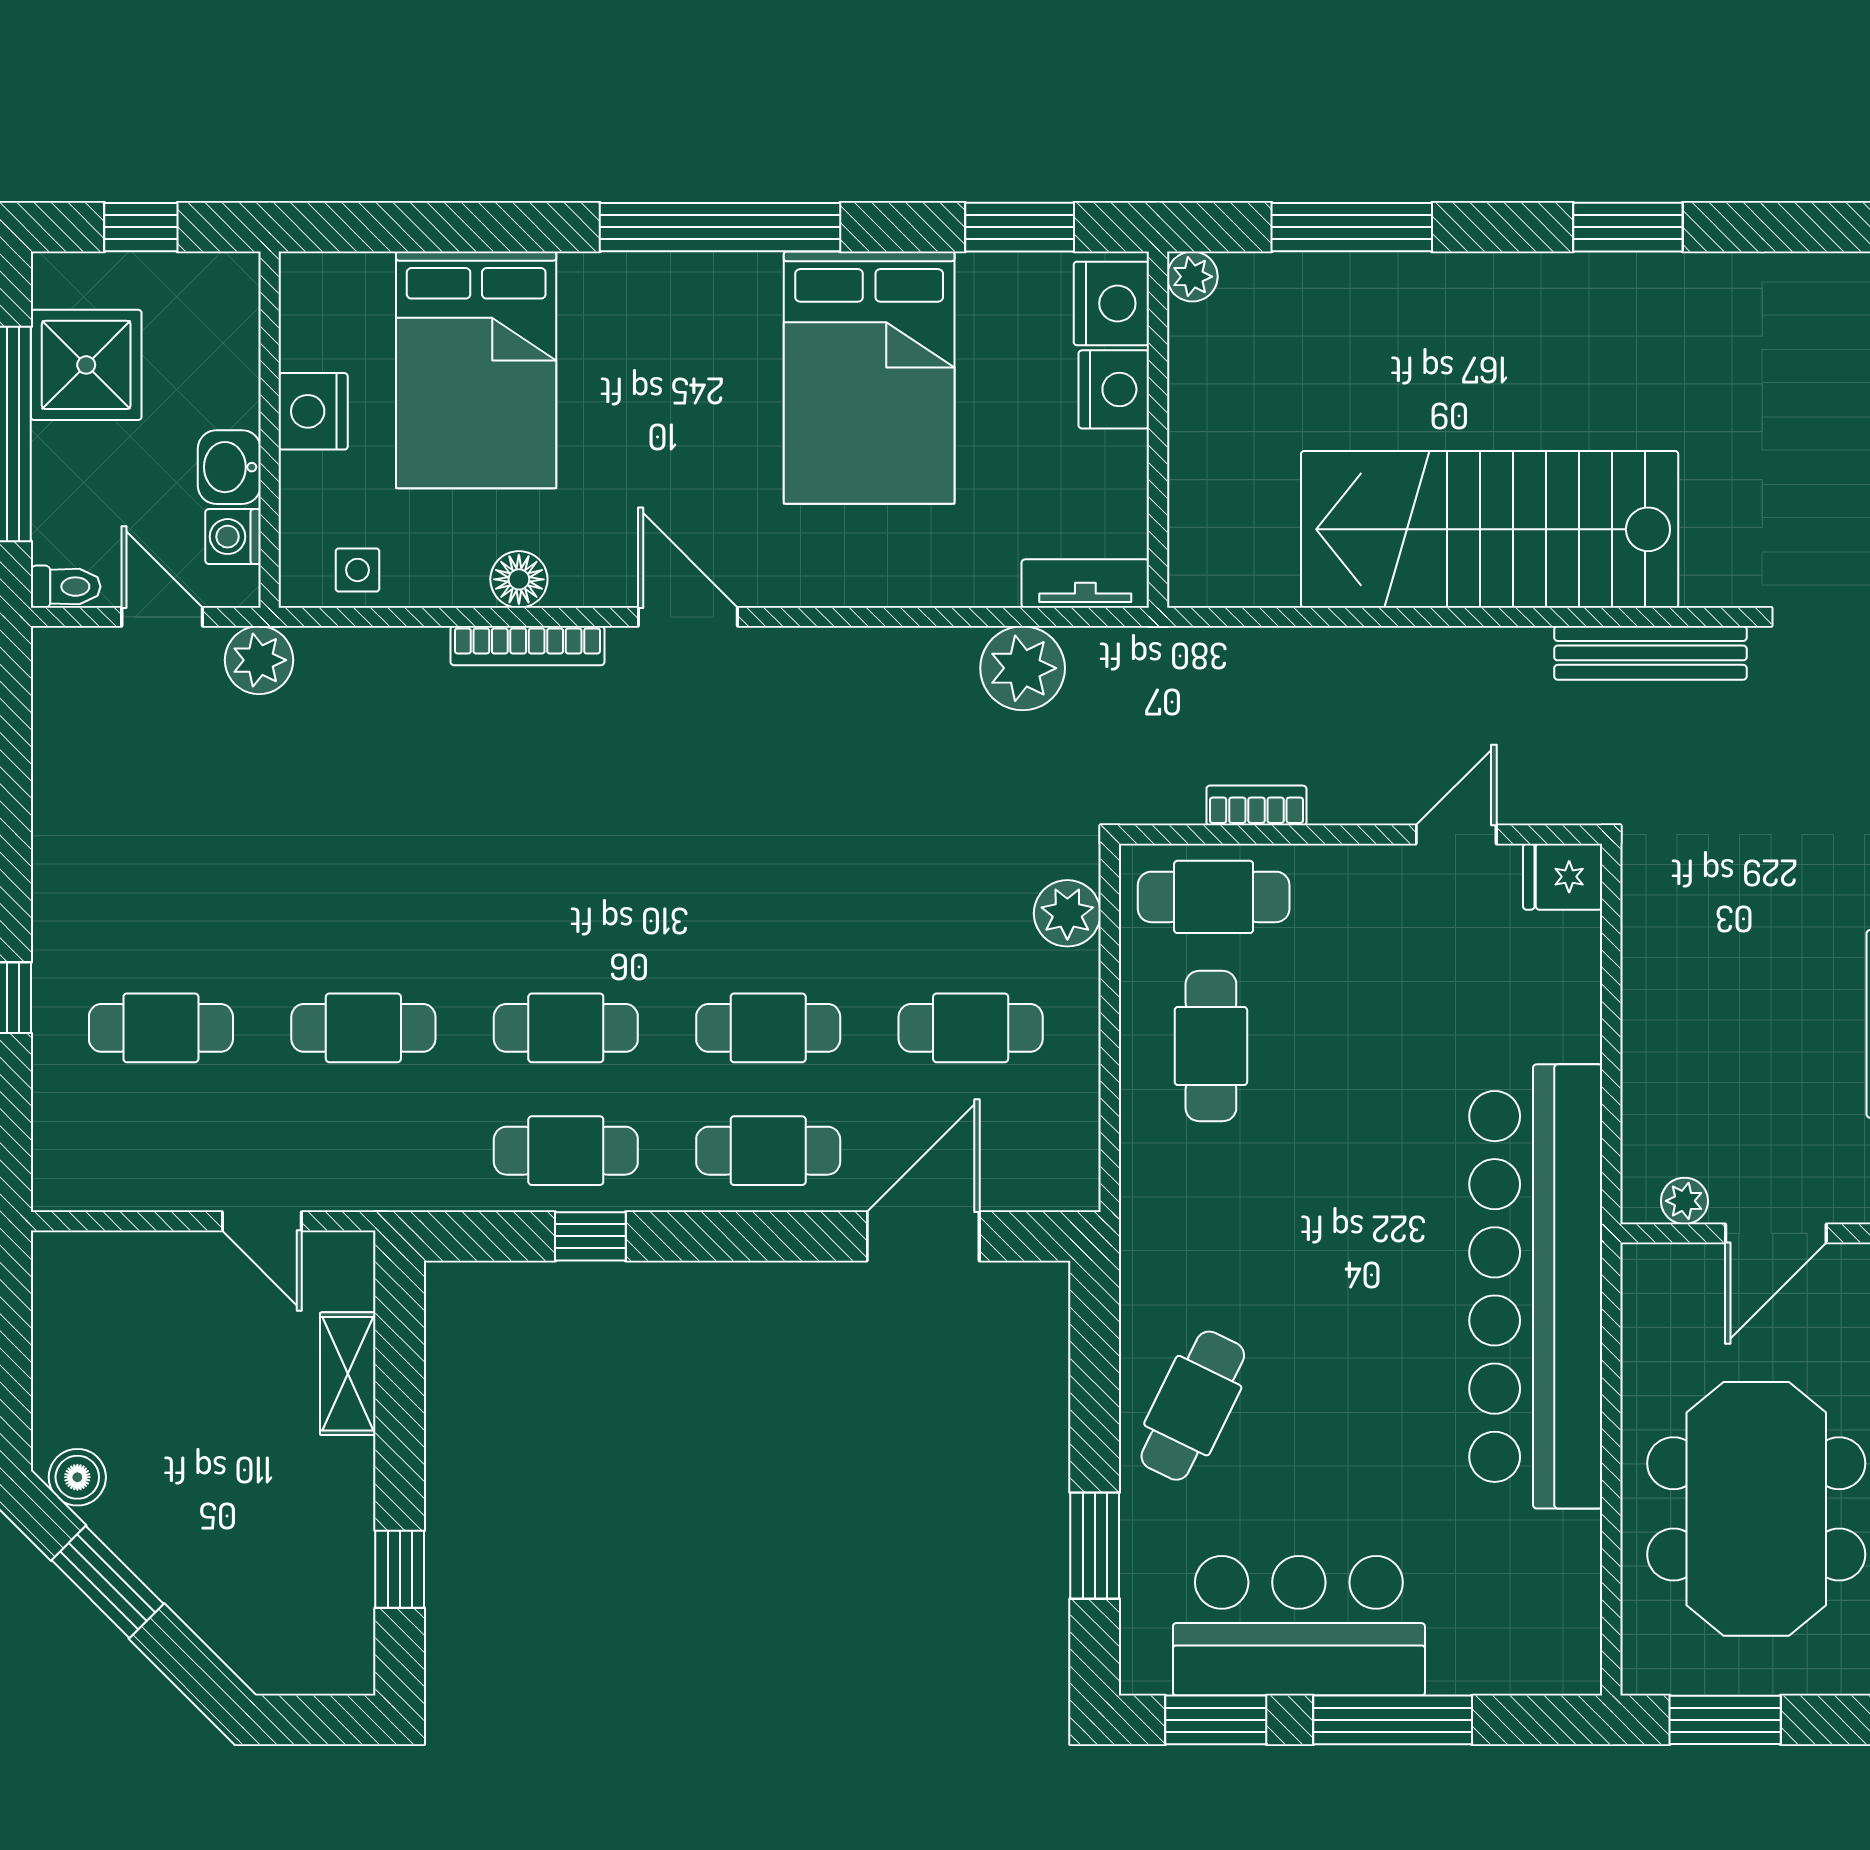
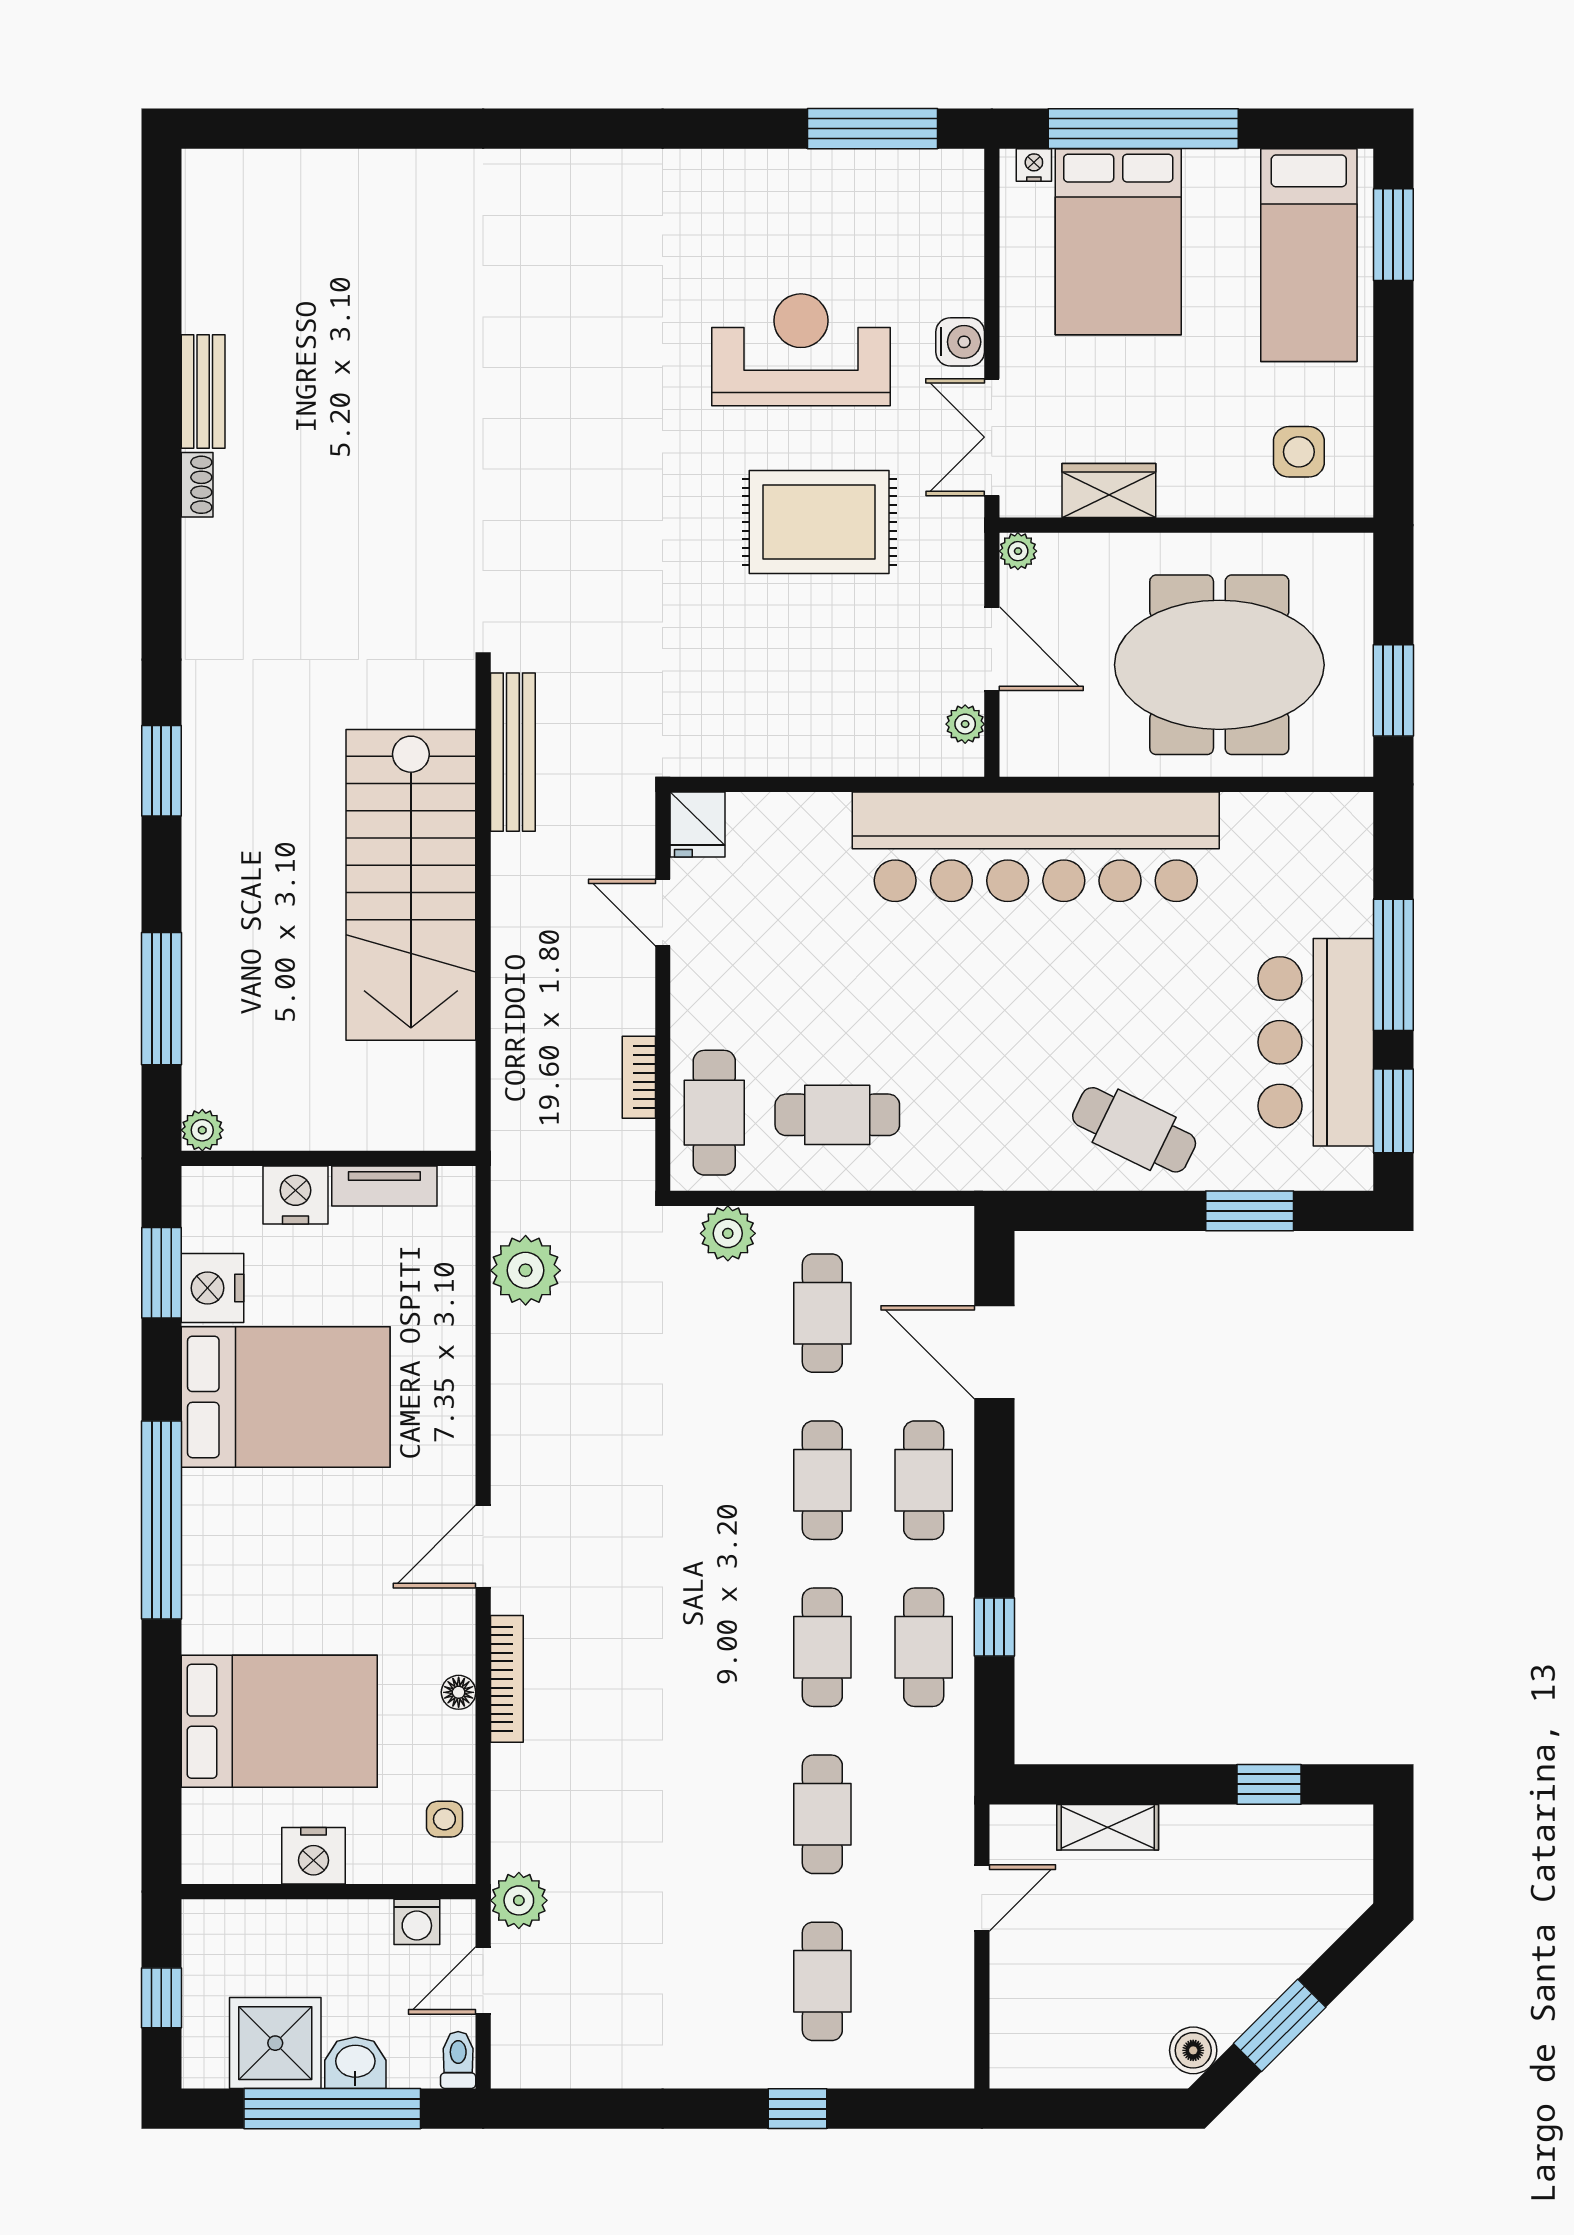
nightstand: (1111, 303) -> (212, 1288), moved, turned -90
washbasin: (229, 467) -> (355, 2063), moved, turned 180
floor lamp: (519, 579) -> (459, 1692), width x0.73, depth x0.73
tv unit: (1085, 584) -> (384, 1186), moved, turned -90

